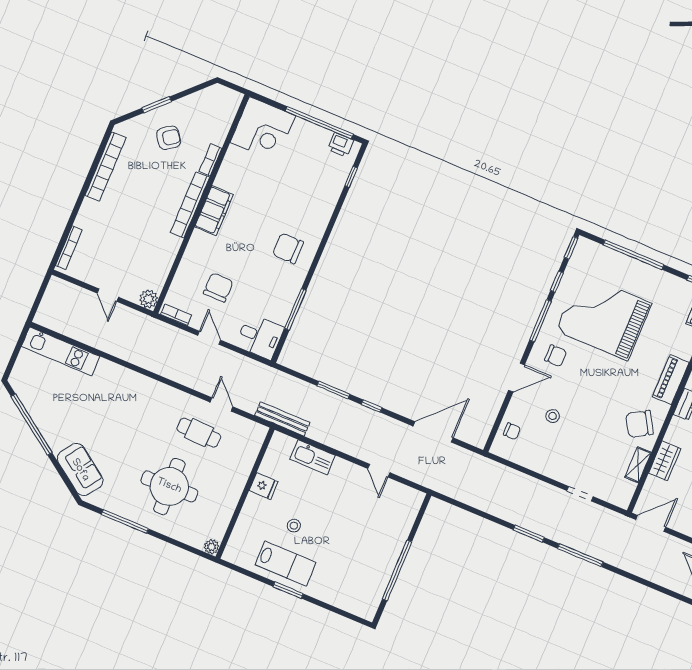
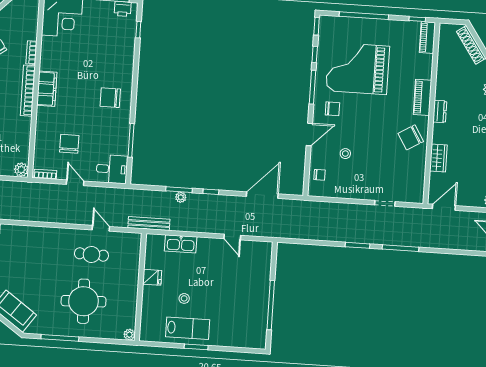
plant: (332, 400) -> (181, 197), added
shelving: (638, 465) -> (420, 168), removed

